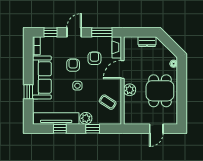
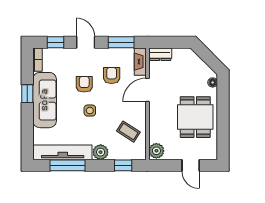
door: (74, 32) -> (86, 42), hinge flipped
dresser: (147, 42) -> (160, 54), moved
plant: (130, 90) -> (156, 151), moved
window: (28, 92) -> (27, 94), moved
window: (60, 129) -> (68, 165), width x2.17
window: (93, 129) -> (123, 165), moved
door: (156, 129) -> (191, 165), hinge flipped

